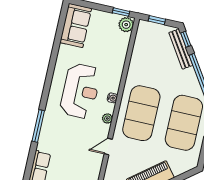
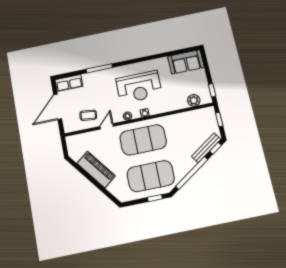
plant: (126, 25) -> (194, 100), moved
door: (108, 147) -> (107, 126), hinge flipped
coffee table: (87, 162) -> (88, 115), added

